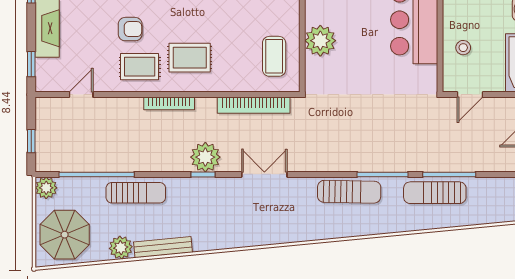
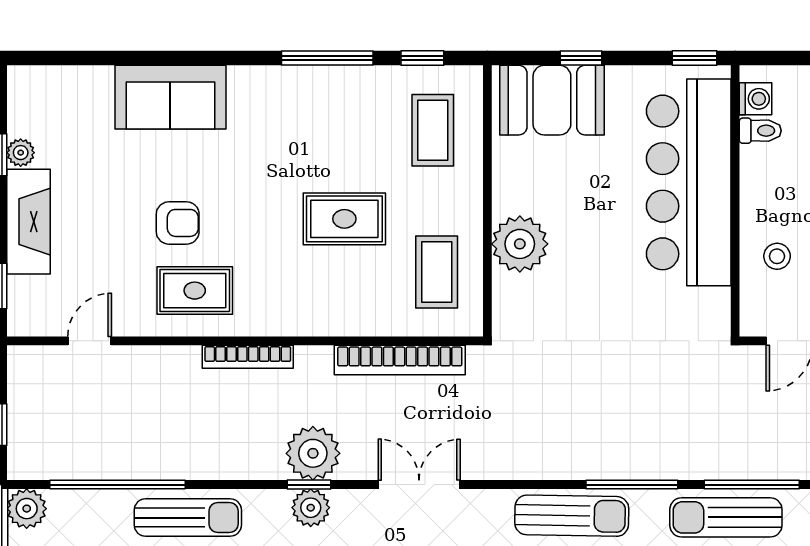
rug: (190, 58) -> (344, 219), moved
plant: (204, 187) -> (311, 508), added

